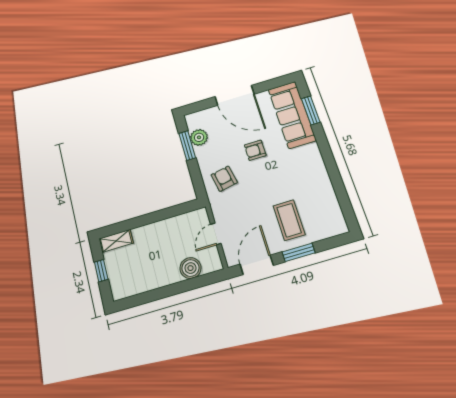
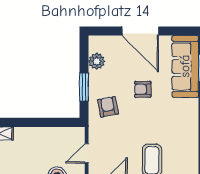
window: (187, 145) -> (84, 87), moved

